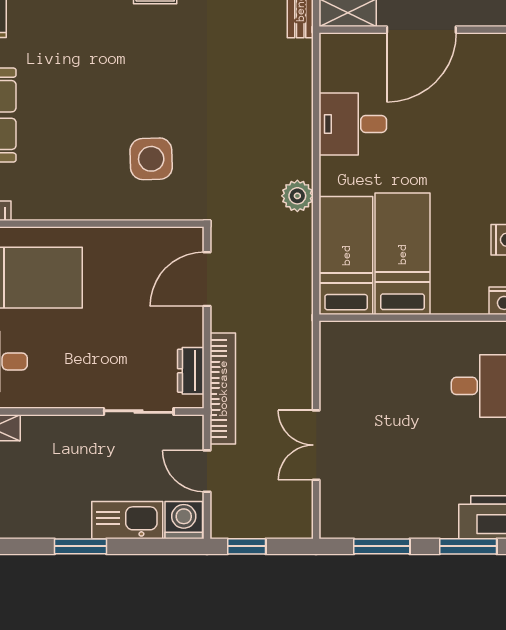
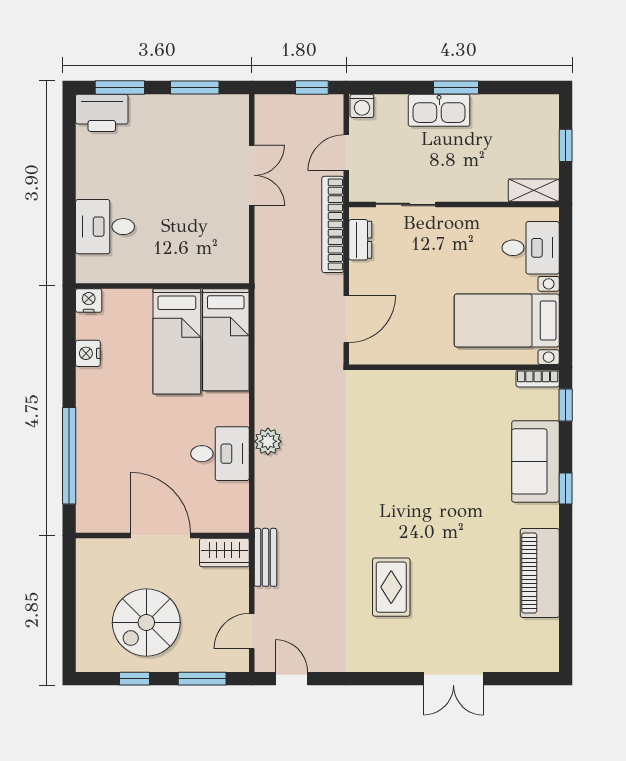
door: (421, 30) -> (160, 535), hinge flipped
side table: (151, 159) -> (395, 423), removed
plant: (297, 196) -> (268, 441), moved
door: (207, 471) -> (346, 153), swing flipped
kitchen sink: (127, 520) -> (439, 110), moved
washing machine: (184, 520) -> (362, 106), width x0.73, depth x0.73

